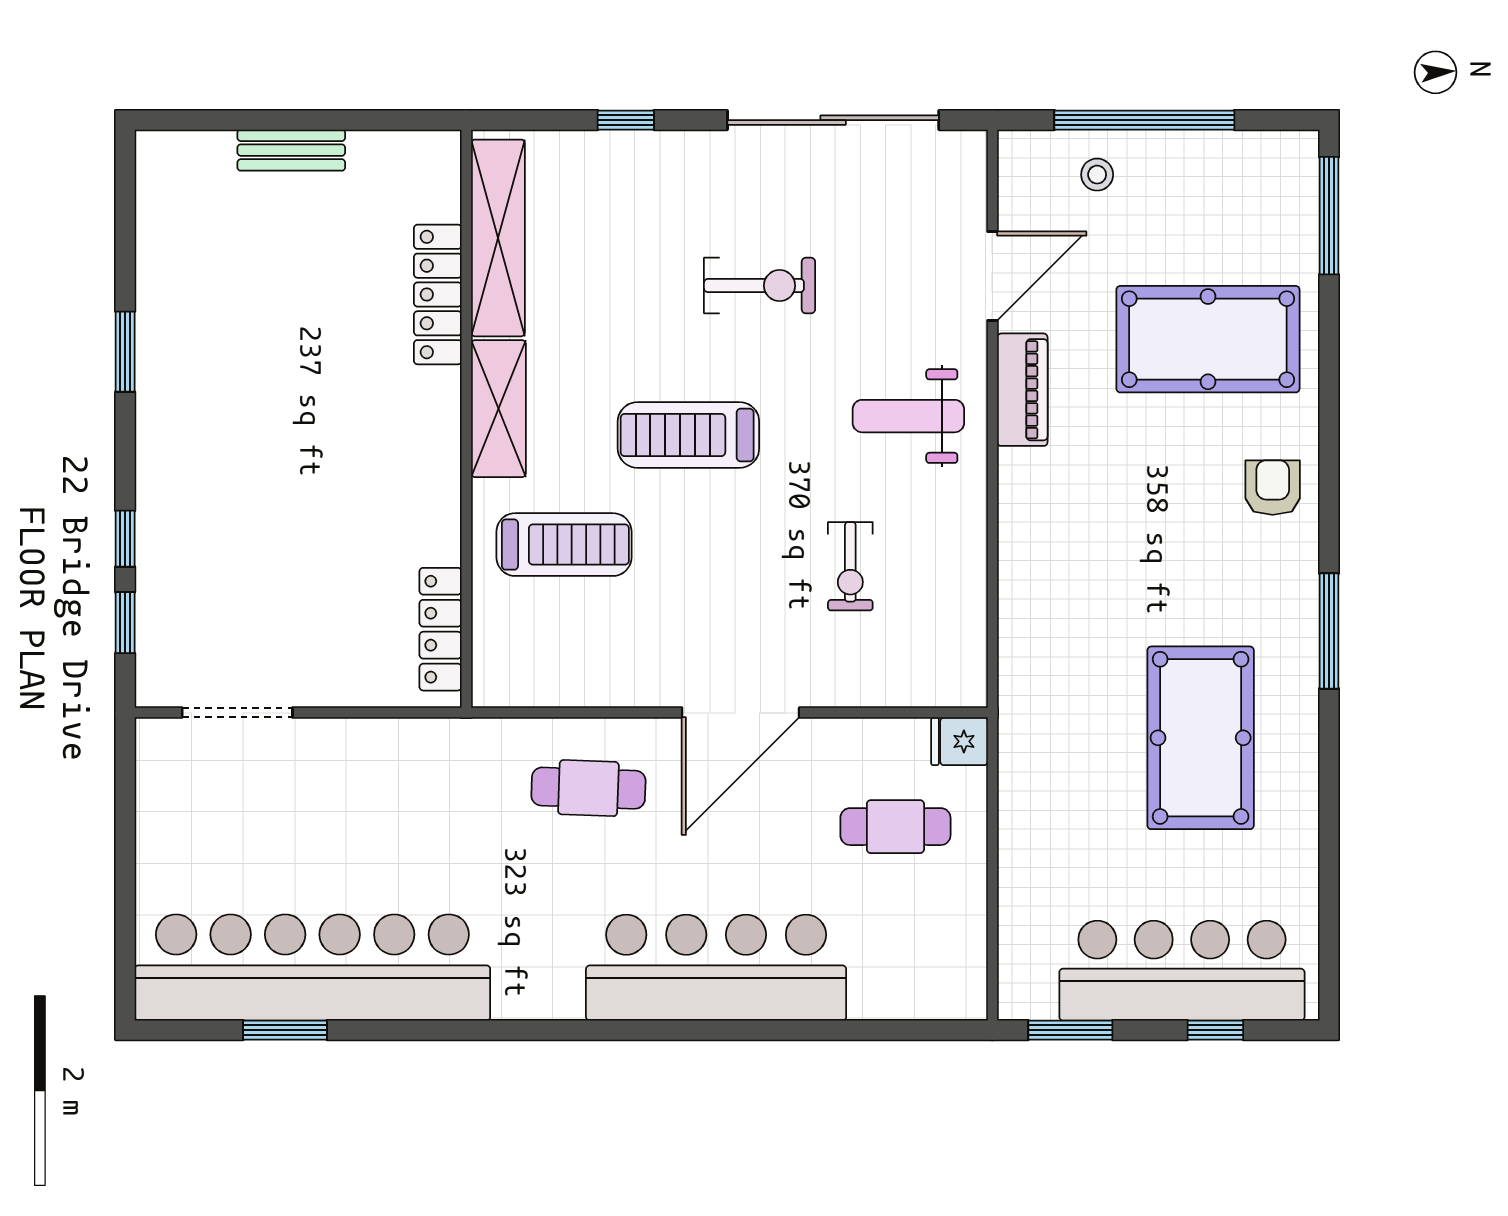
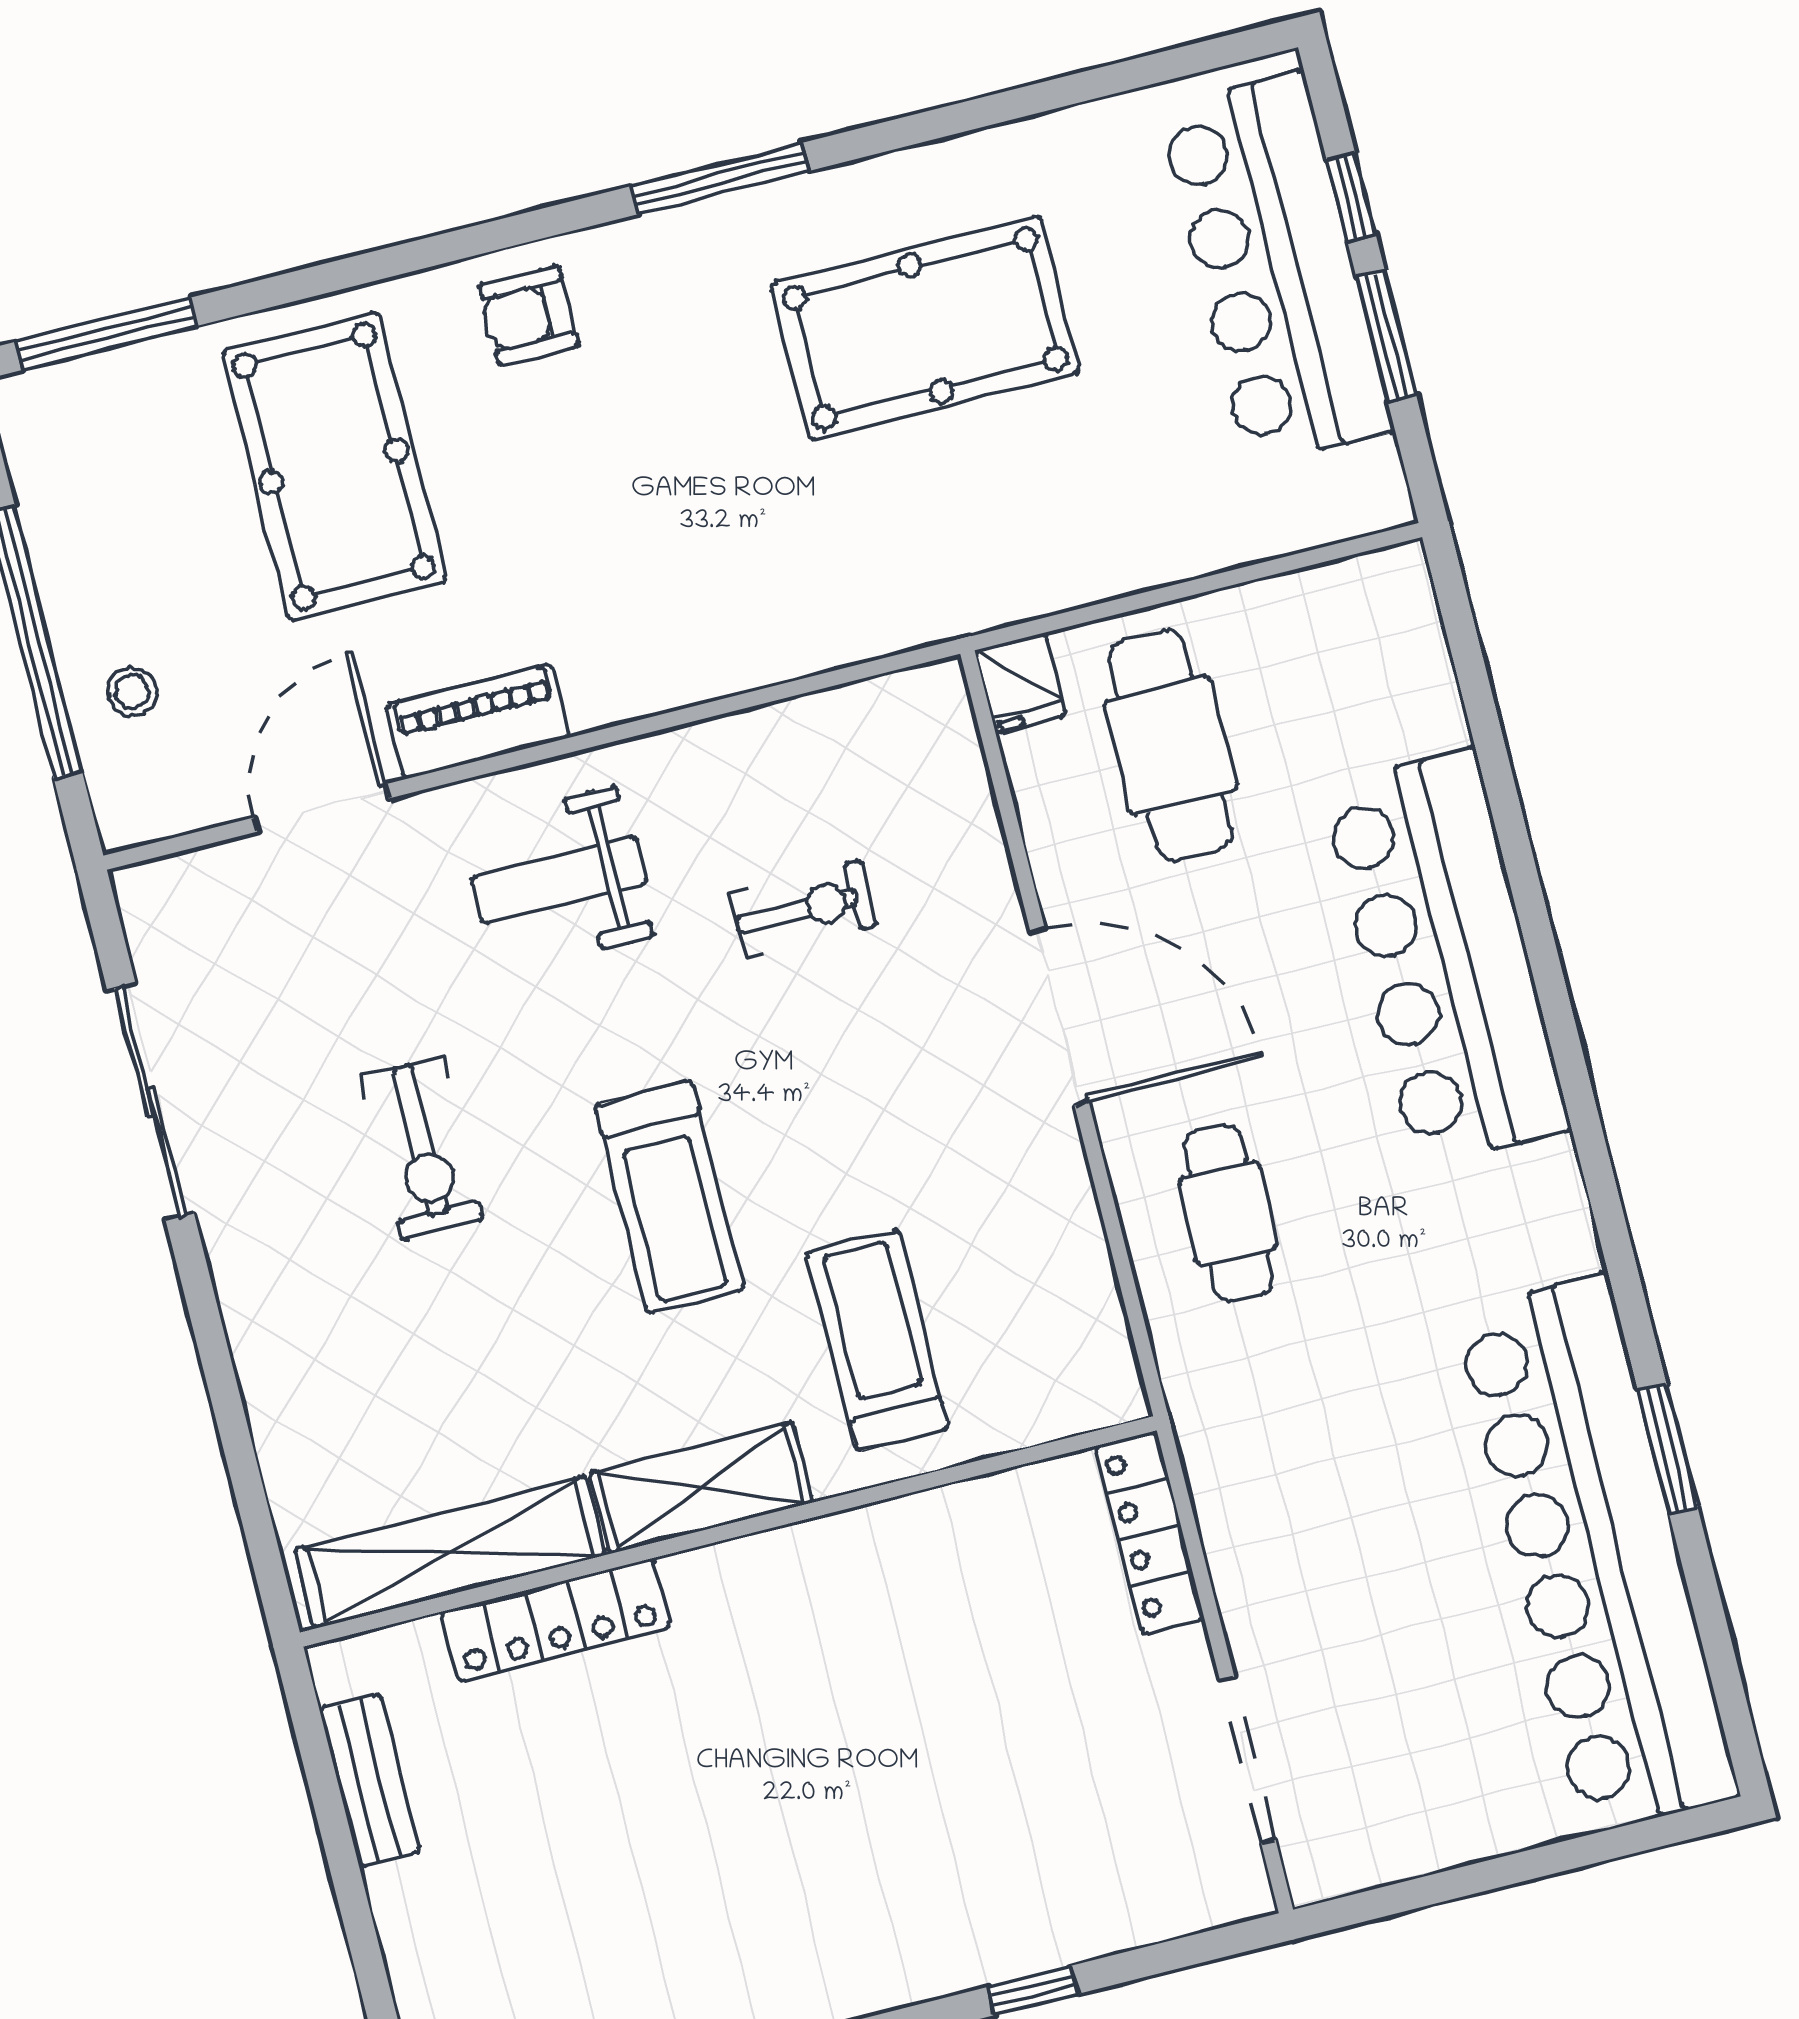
window: (626, 120) -> (228, 1408), removed
sliding door: (833, 120) -> (151, 1102), width x0.73
bench: (291, 150) -> (370, 1780), moved
door: (992, 276) -> (321, 808), hinge flipped
exercise bike: (760, 286) -> (422, 1148), turned 180
weight bench: (908, 416) -> (559, 880), turned 90
window: (125, 623) -> (1157, 1959), removed
locker: (440, 629) -> (1150, 1533), moved, turned 90
cafe table: (895, 827) -> (1170, 746), width x1.37, depth x1.35
window: (285, 1030) -> (1668, 1449), moved
window: (1070, 1030) -> (1386, 336), moved

